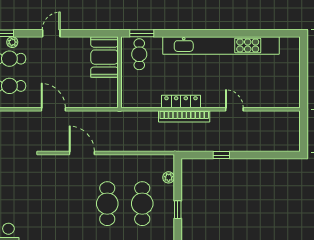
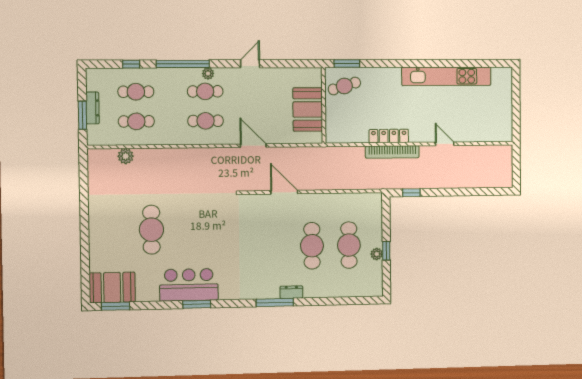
kitchen unit: (221, 46) -> (446, 76), width x0.73
cafe table: (139, 54) -> (344, 86), turned 73
booth: (105, 57) -> (308, 109), moved
window: (221, 155) -> (411, 193), moved
plant: (169, 177) -> (377, 254), moved

